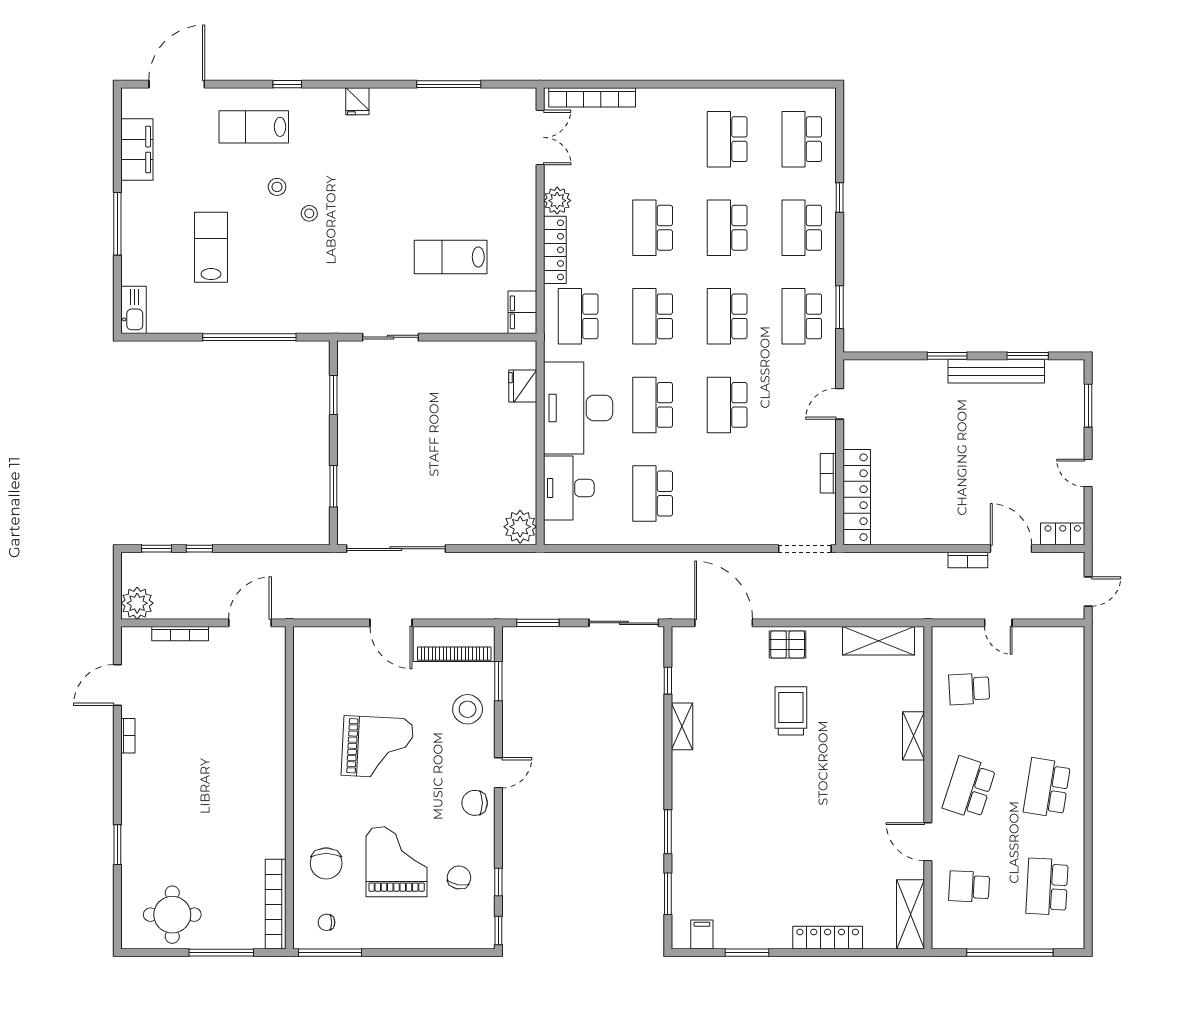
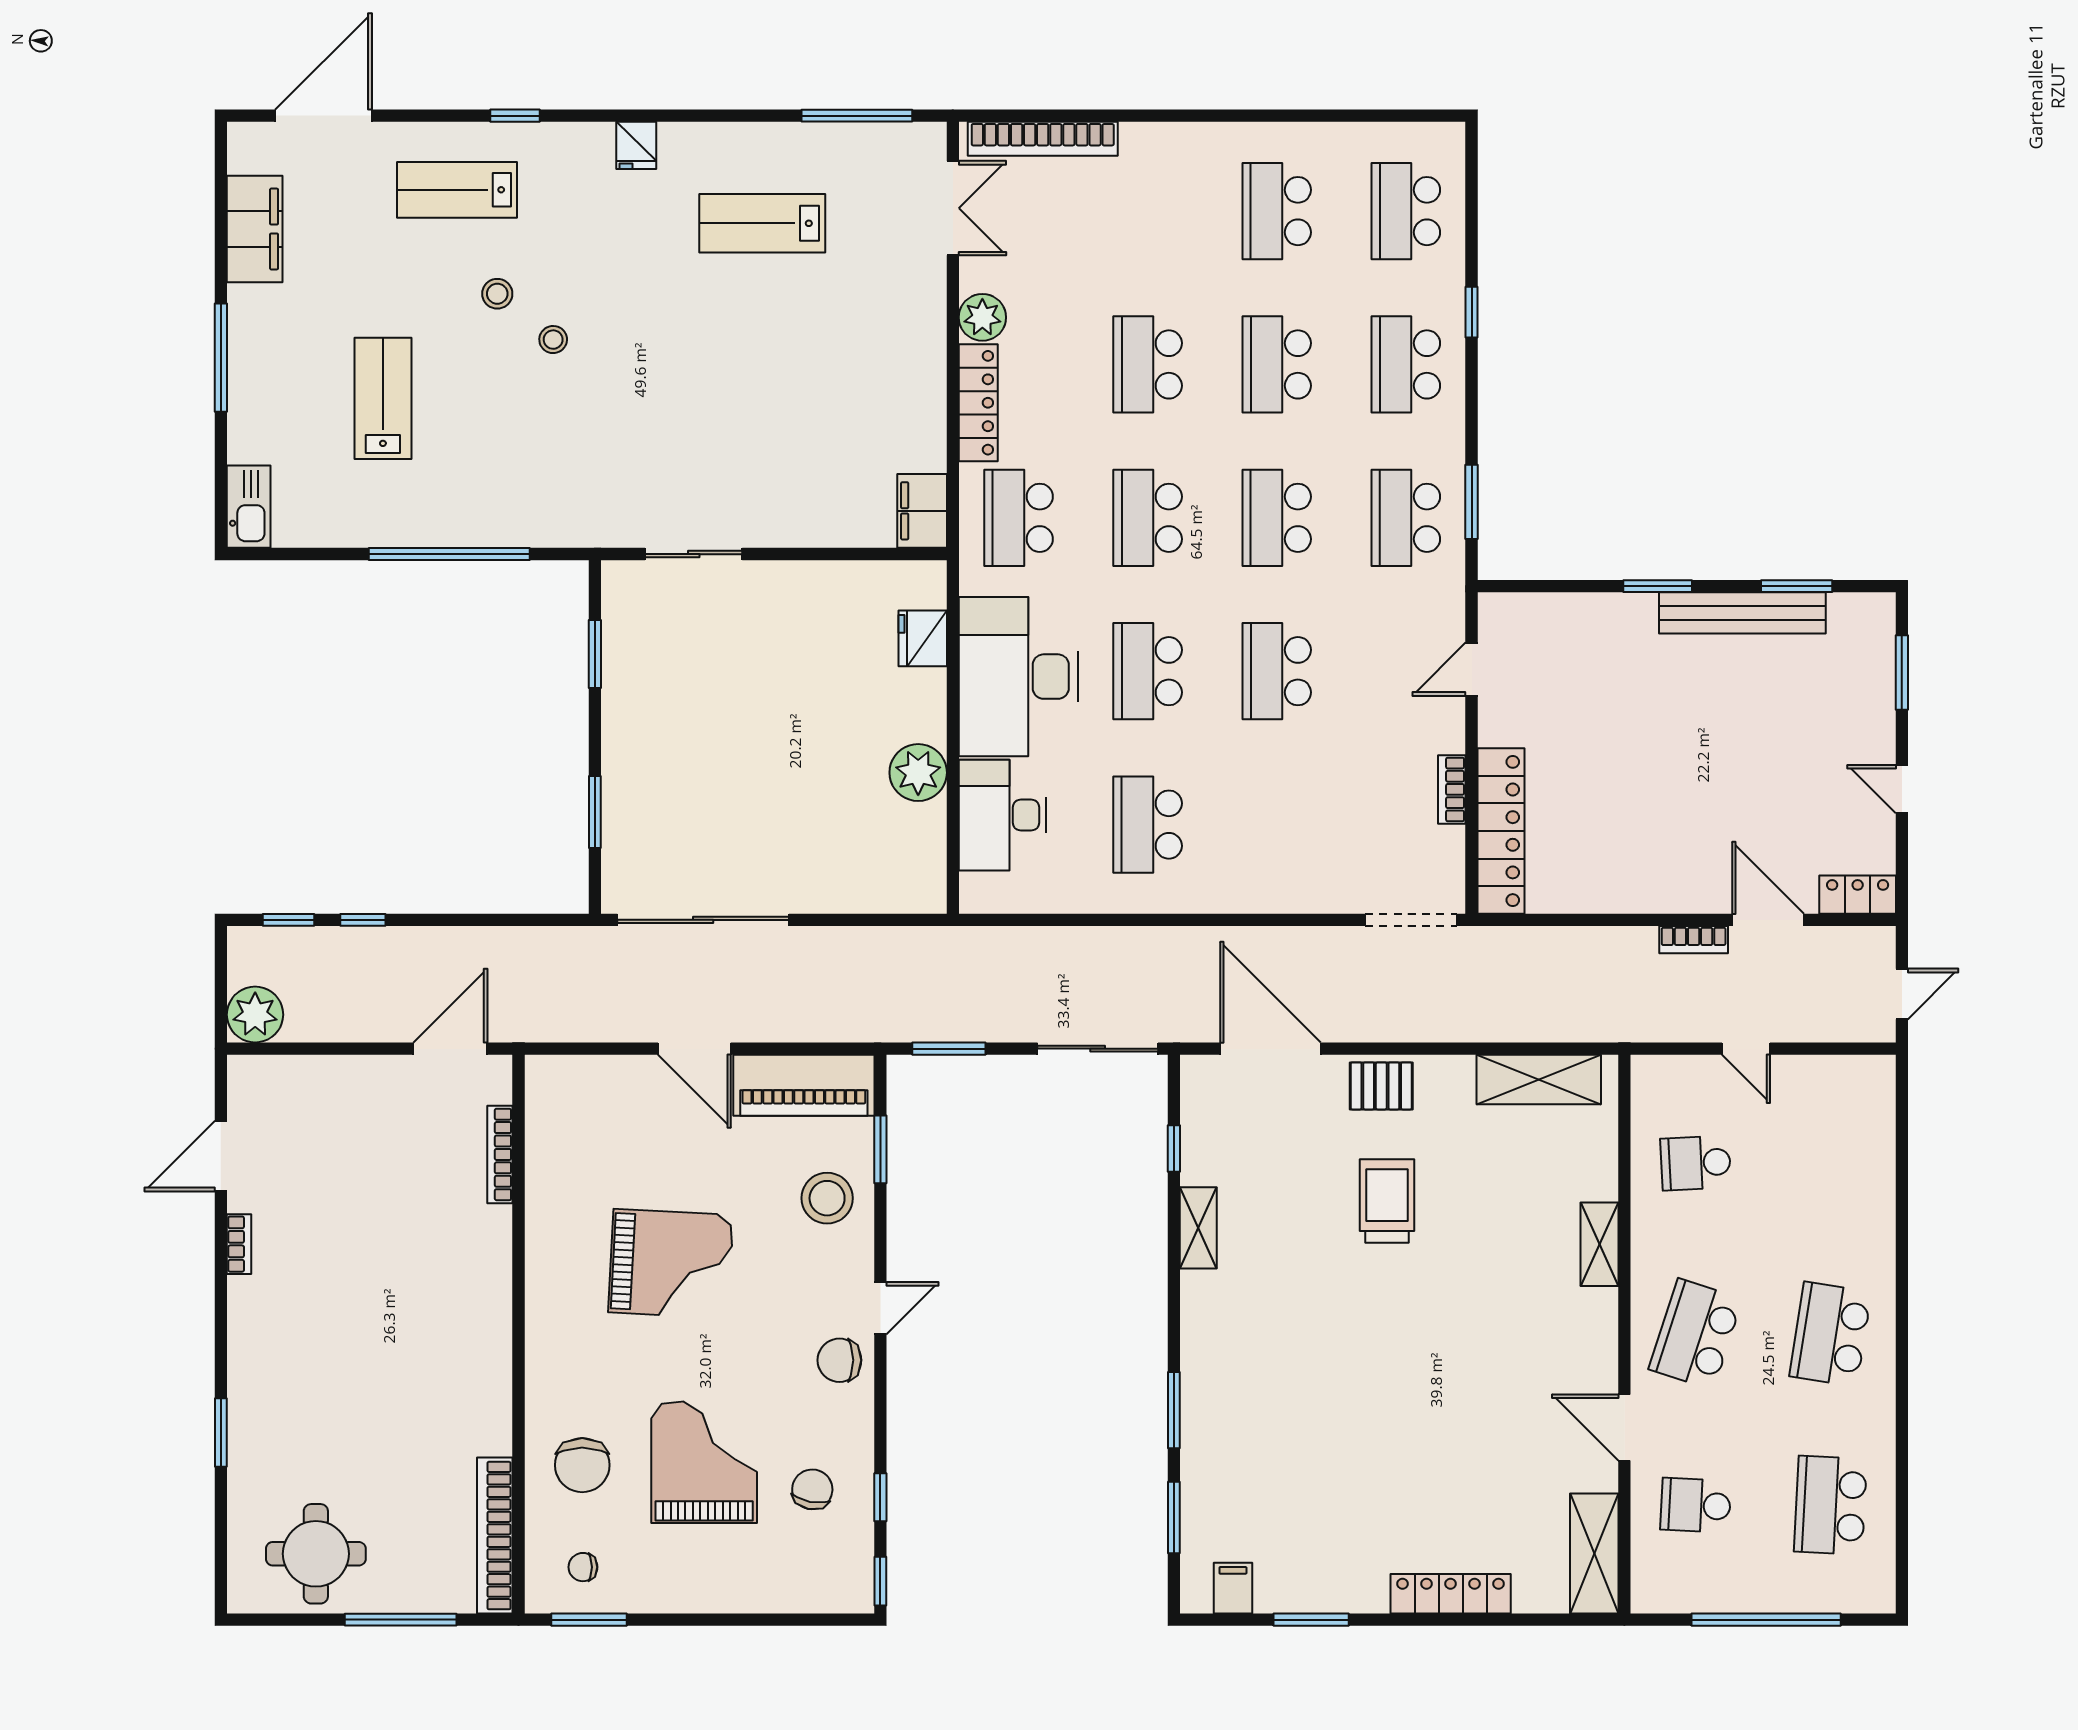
window: (449, 84) -> (857, 116), moved
lab bench: (451, 257) -> (762, 223), moved
plant: (520, 527) -> (918, 773), moved
bookcase: (180, 634) -> (500, 1154), moved, turned 90
window: (330, 953) -> (589, 1620), width x0.69

